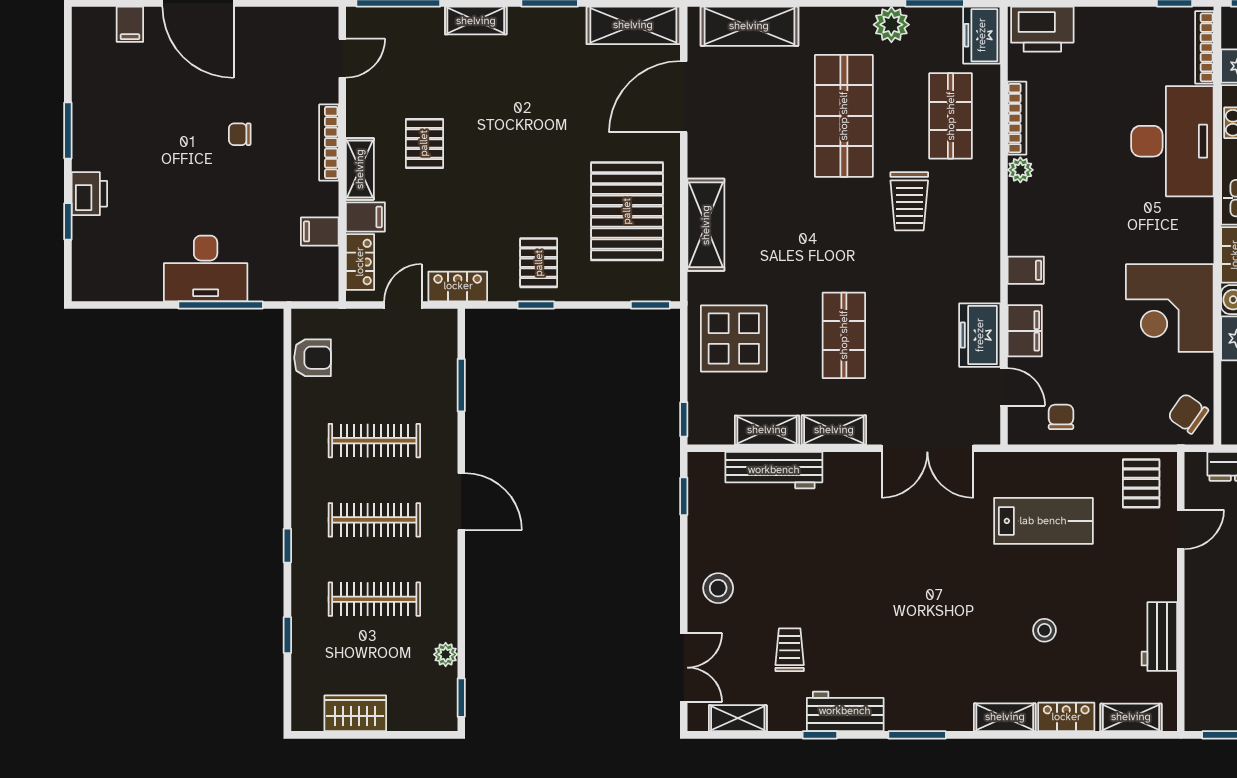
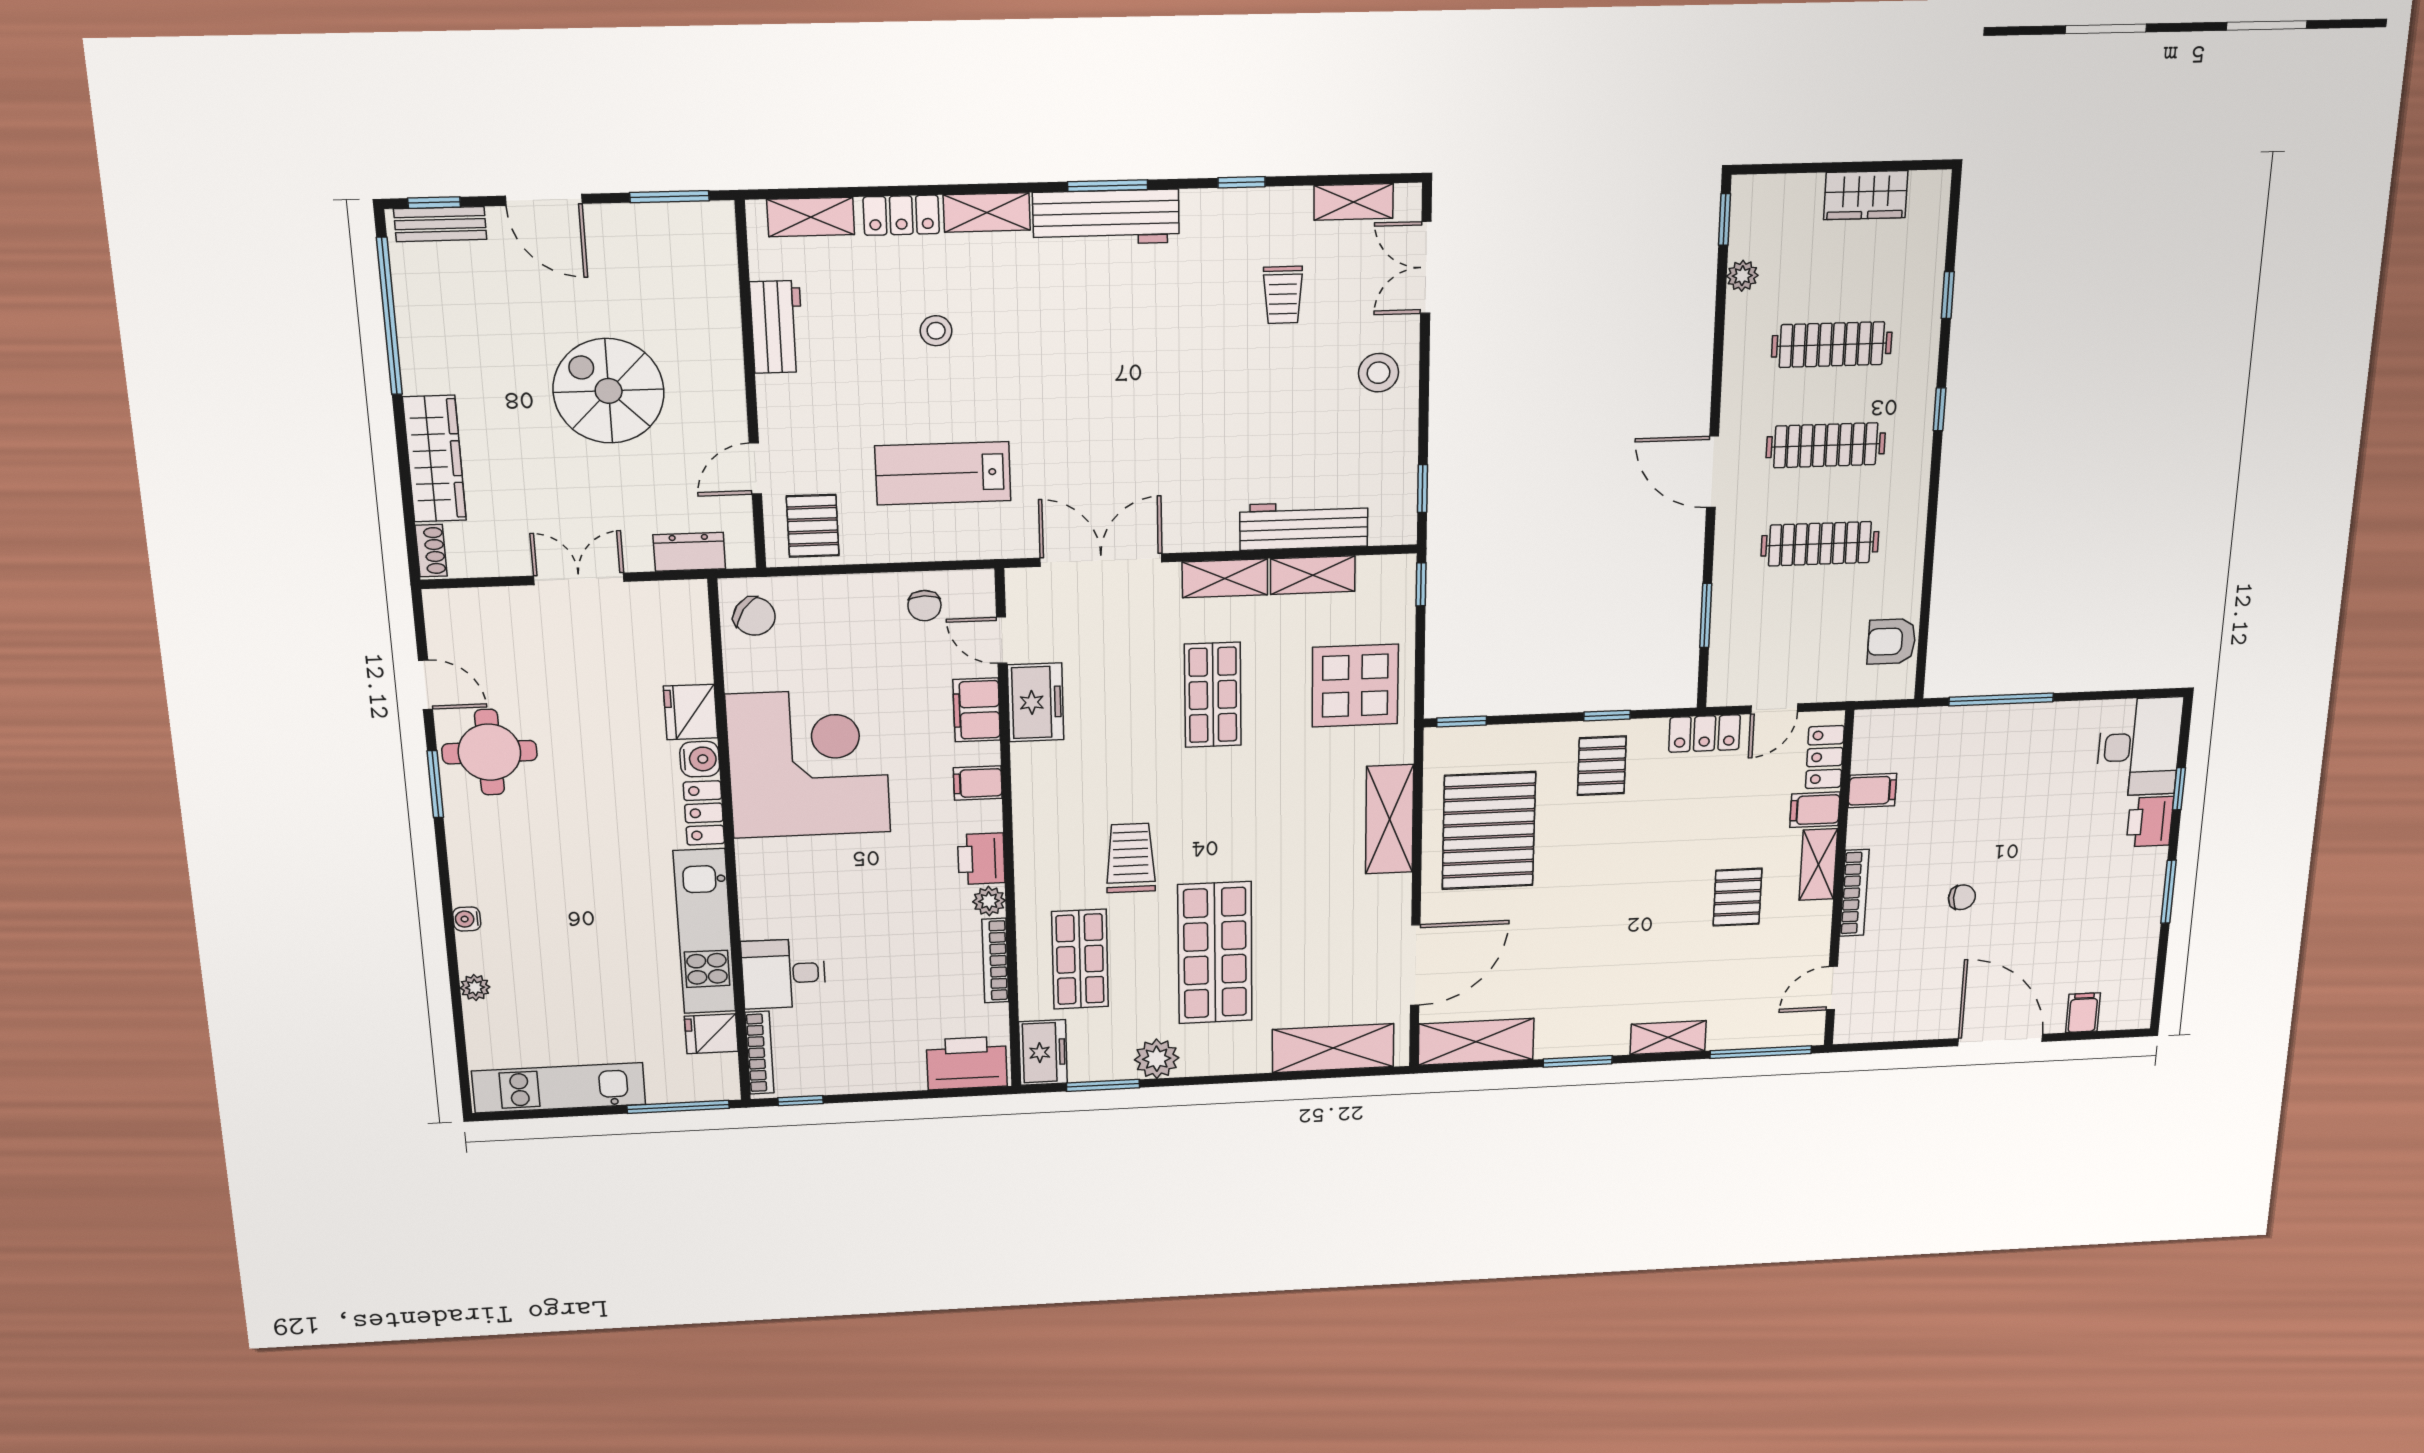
desk: (1172, 141) -> (784, 974), width x0.53, depth x0.77
printer: (1025, 206) -> (981, 859), added
desk: (206, 268) -> (2139, 747), moved, turned 90
corner desk: (1170, 308) -> (808, 764), width x1.36, depth x1.36
workbench: (845, 711) -> (1106, 217), moved, width x1.38

